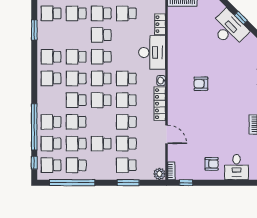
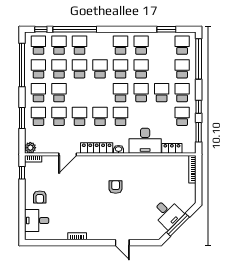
window: (241, 18) -> (178, 225), width x2.17
desk: (229, 29) -> (168, 213), width x0.73
school desk: (101, 100) -> (38, 93), moved

